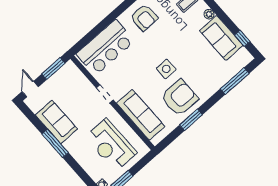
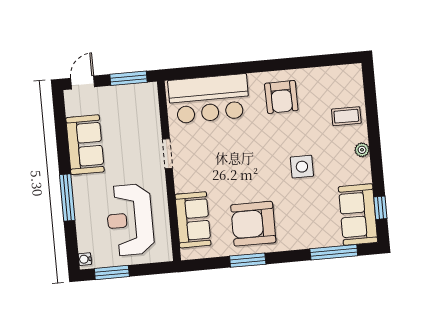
sofa: (221, 38) -> (358, 215), moved
side table: (166, 69) -> (302, 167), moved
armchair: (179, 98) -> (253, 224), turned 180
sofa: (141, 115) -> (193, 220), width x0.73
window: (55, 143) -> (67, 197), moved

